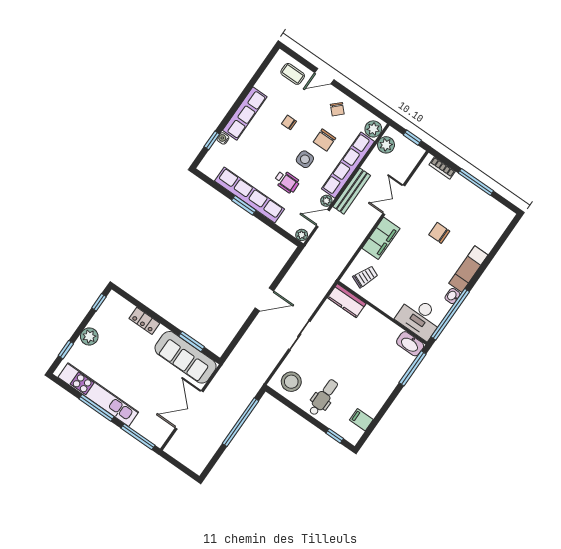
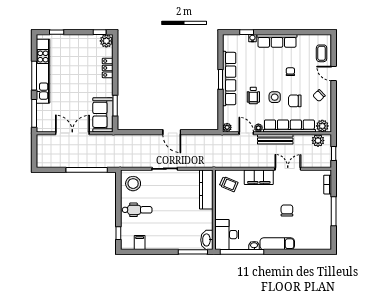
kitchen counter: (347, 301) -> (206, 189), width x1.50
plant: (89, 336) -> (106, 41), moved
sofa: (186, 357) -> (103, 115), width x0.73

